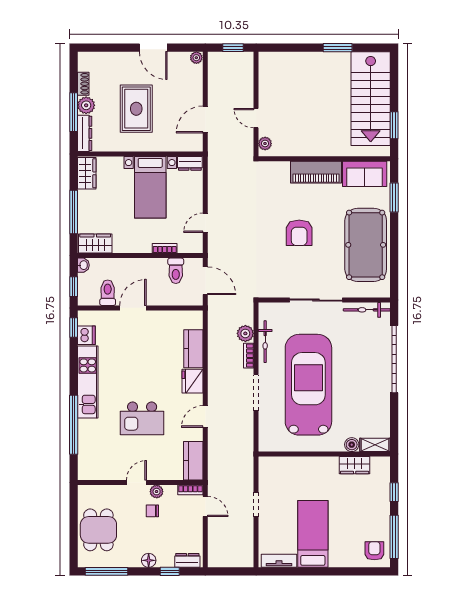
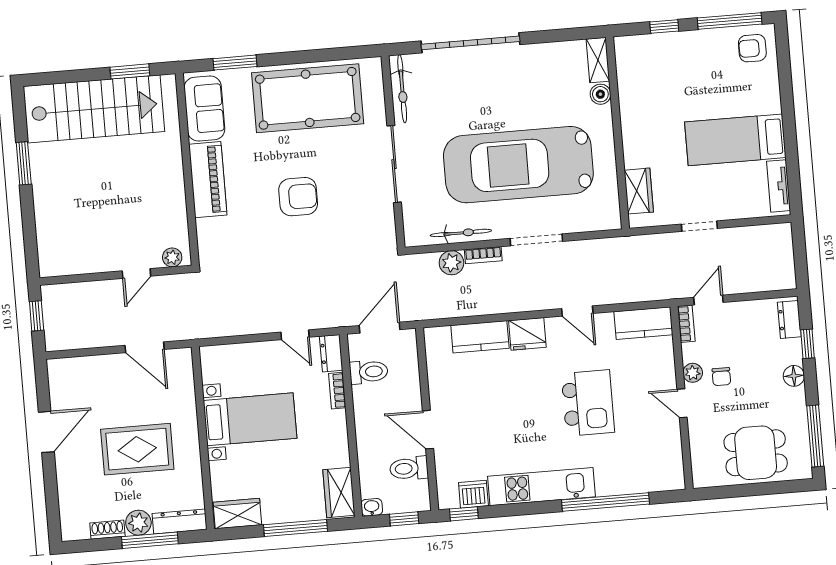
plant: (196, 58) -> (56, 368), removed
dresser: (190, 163) -> (331, 353), moved, turned 180
wardrobe: (355, 465) -> (639, 191), moved

